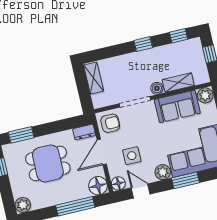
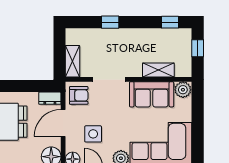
window: (143, 44) -> (110, 22), moved
shelving: (94, 78) -> (73, 61), moved
boiler: (157, 88) -> (135, 71), removed

